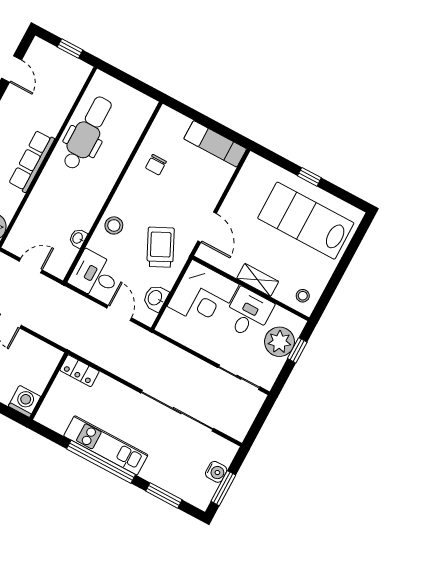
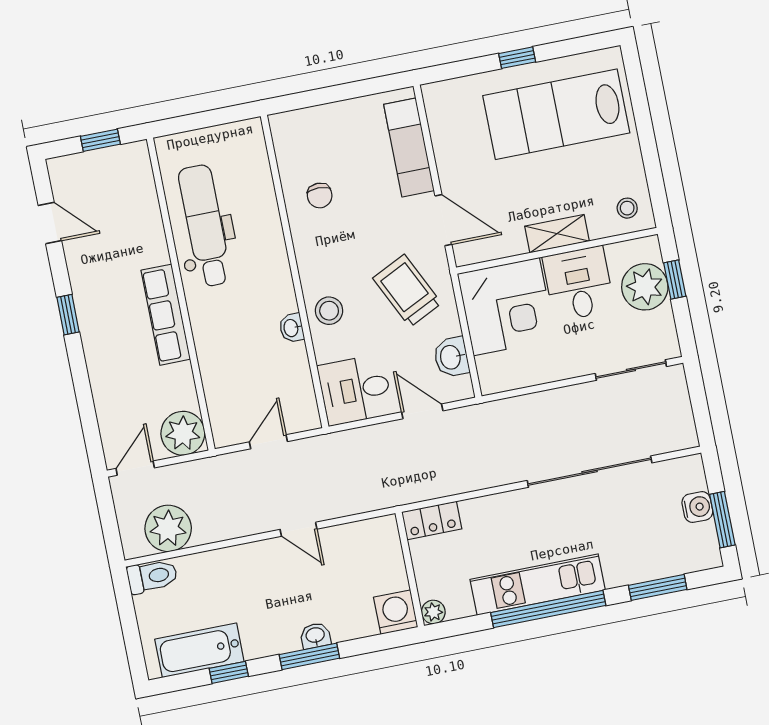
exam couch: (215, 144) -> (409, 147), moved, turned 90
washbasin: (78, 238) -> (292, 328), moved
plant: (43, 417) -> (433, 612), added

